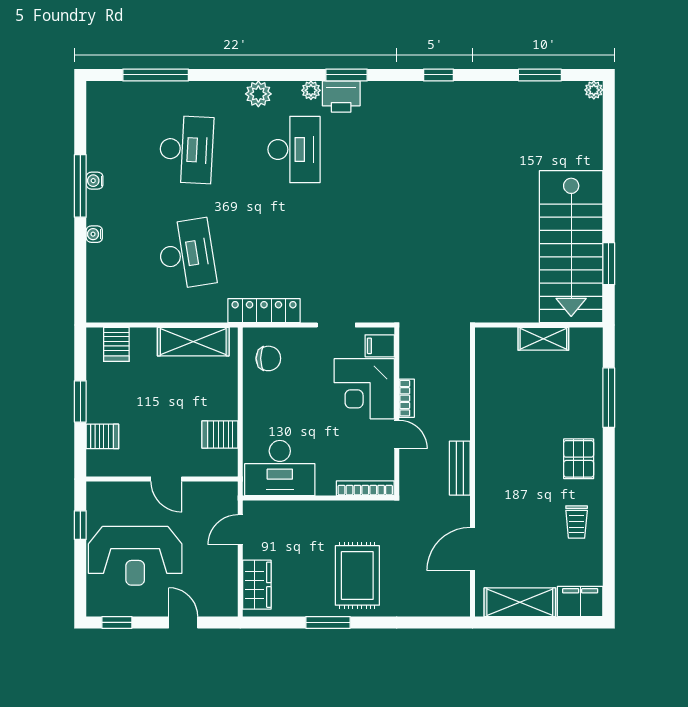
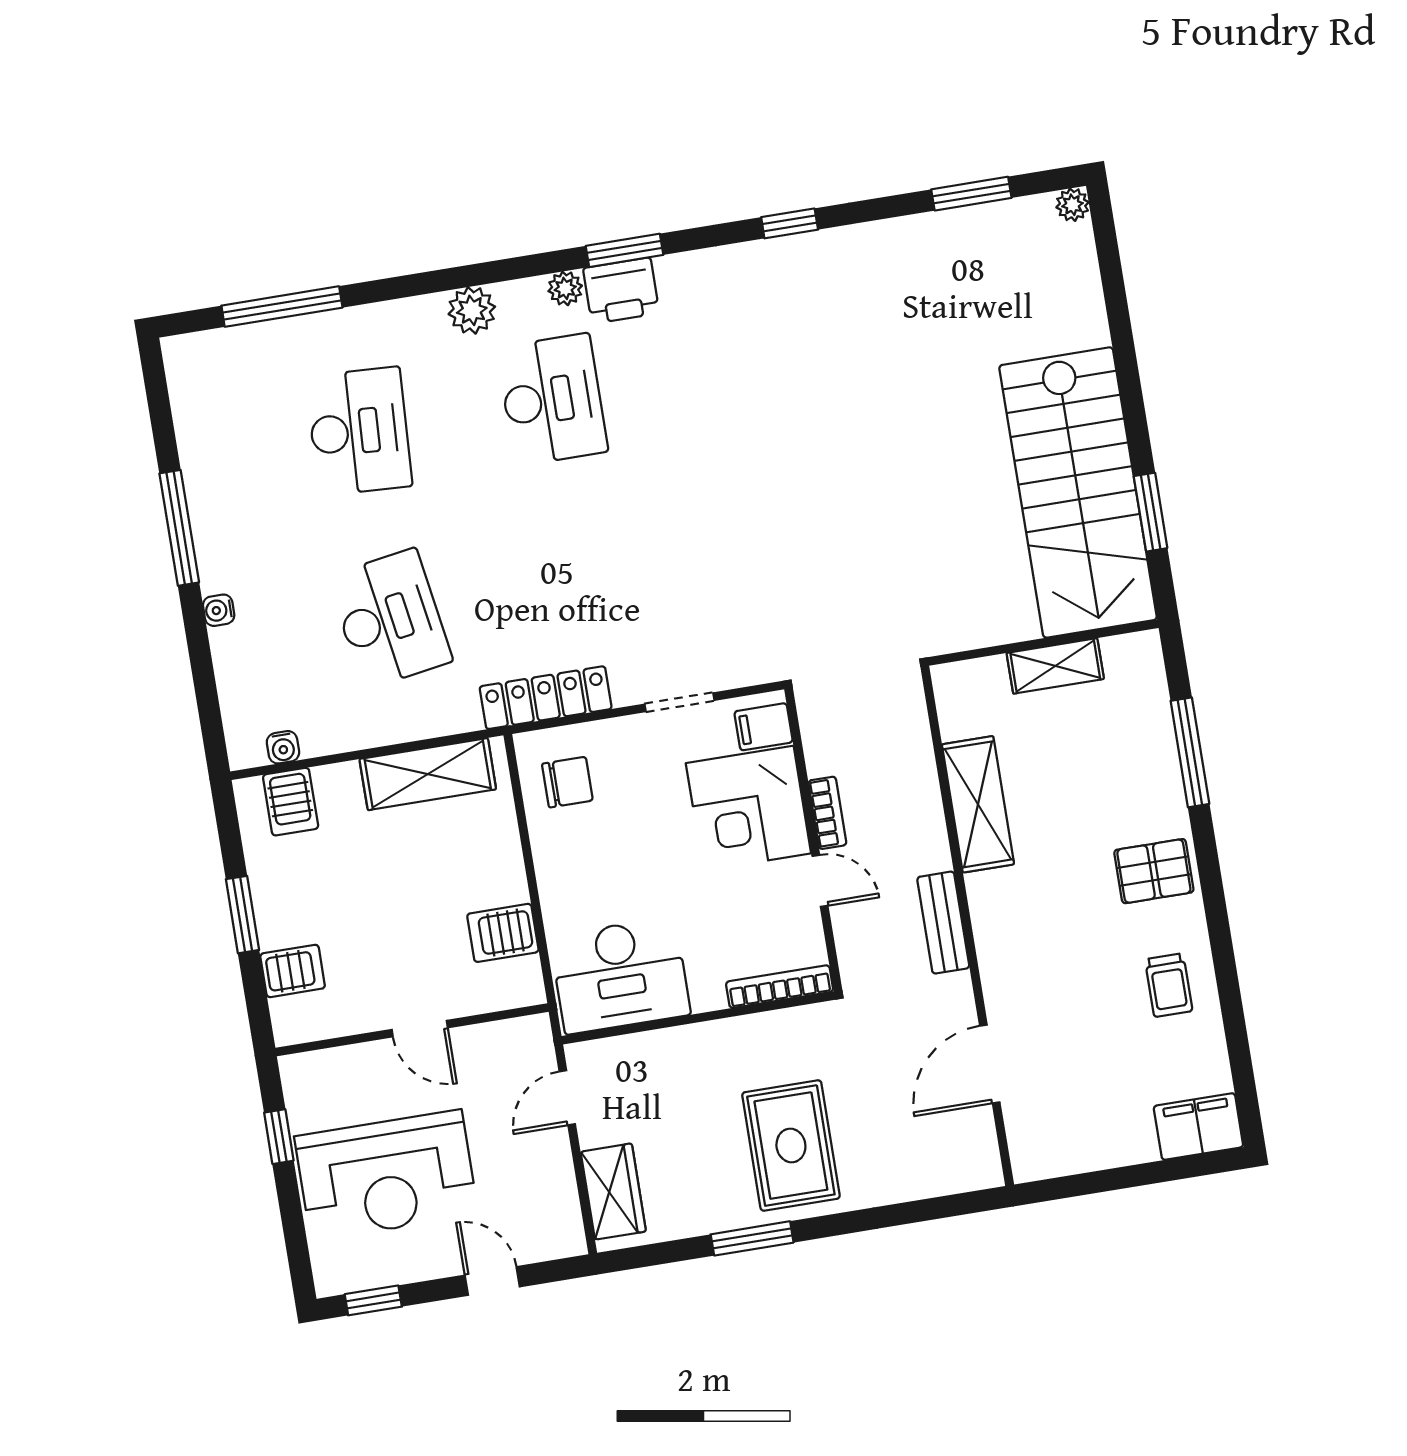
water cooler: (95, 181) -> (283, 747), moved, turned -90
pallet: (579, 459) -> (1154, 871), turned 90
shelving: (520, 602) -> (978, 804), moved, turned 90

